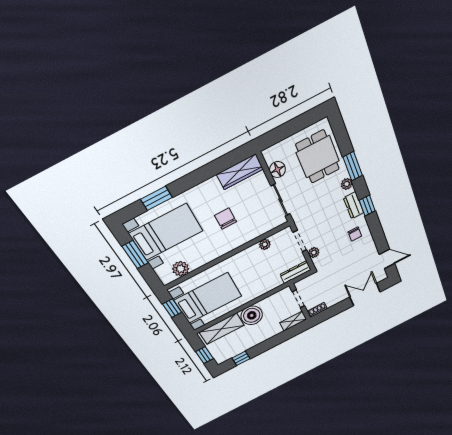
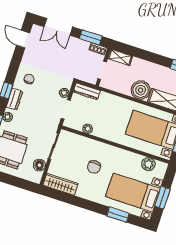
window: (331, 312) -> (91, 37), added

